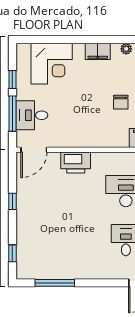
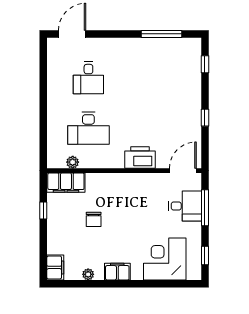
window: (12, 79) -> (205, 256), moved
chair: (121, 102) -> (94, 219), turned 180

